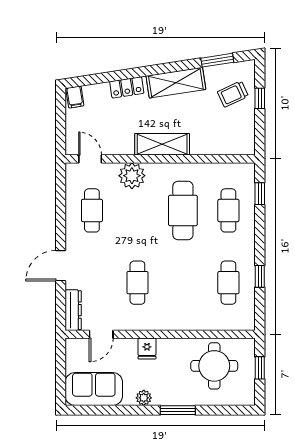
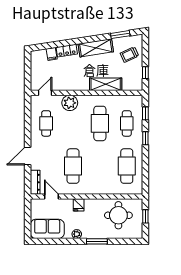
filing cabinet: (75, 97) -> (52, 54), moved
window: (260, 98) -> (145, 73), moved
shelving: (162, 144) -> (106, 84), moved
door: (90, 159) -> (45, 93), hinge flipped
window: (260, 276) -> (145, 138), moved
cafe table: (137, 283) -> (73, 166), width x1.37, depth x1.35
cafe table: (228, 283) -> (127, 166), width x1.37, depth x1.35
door: (101, 334) -> (52, 197), swing flipped

